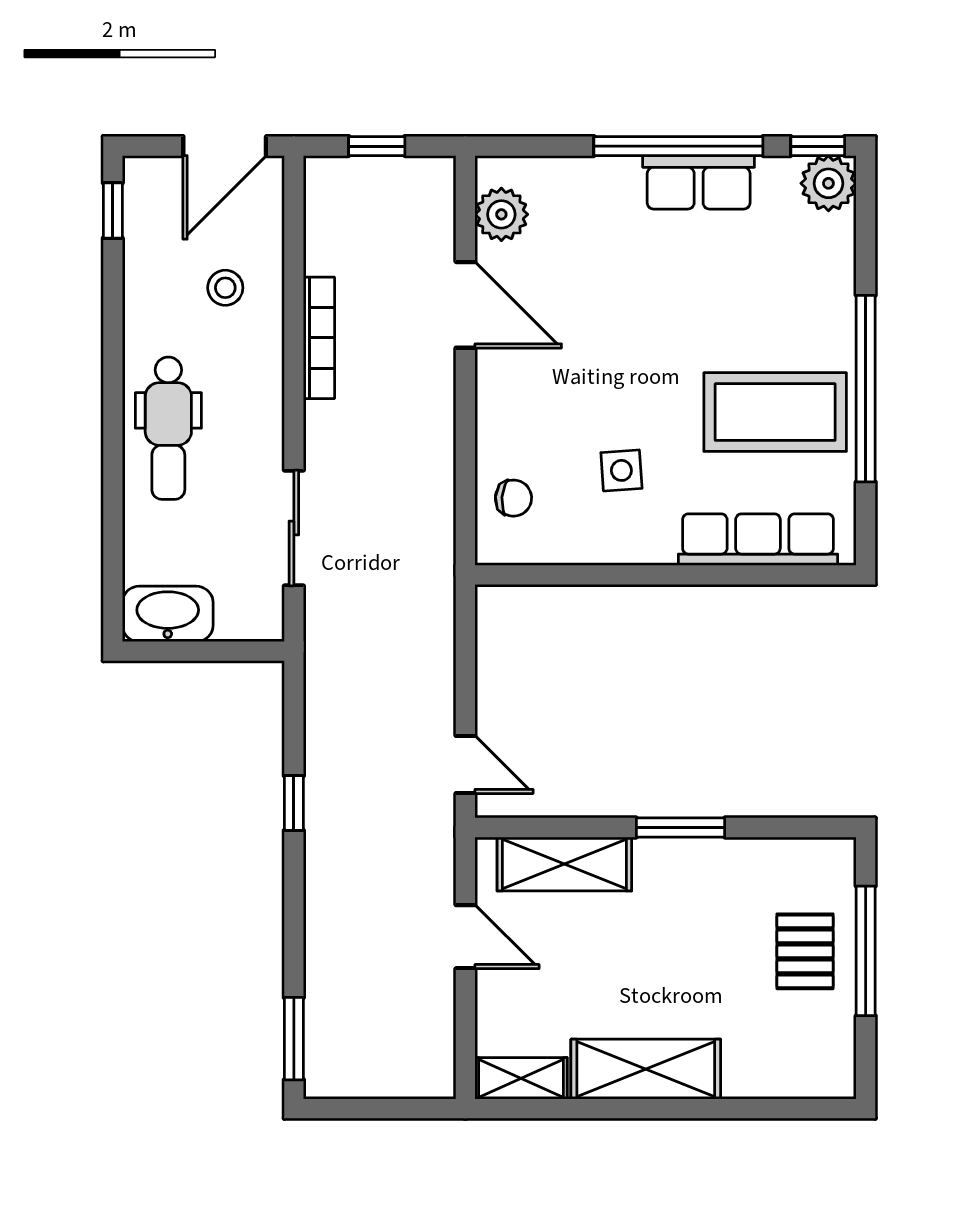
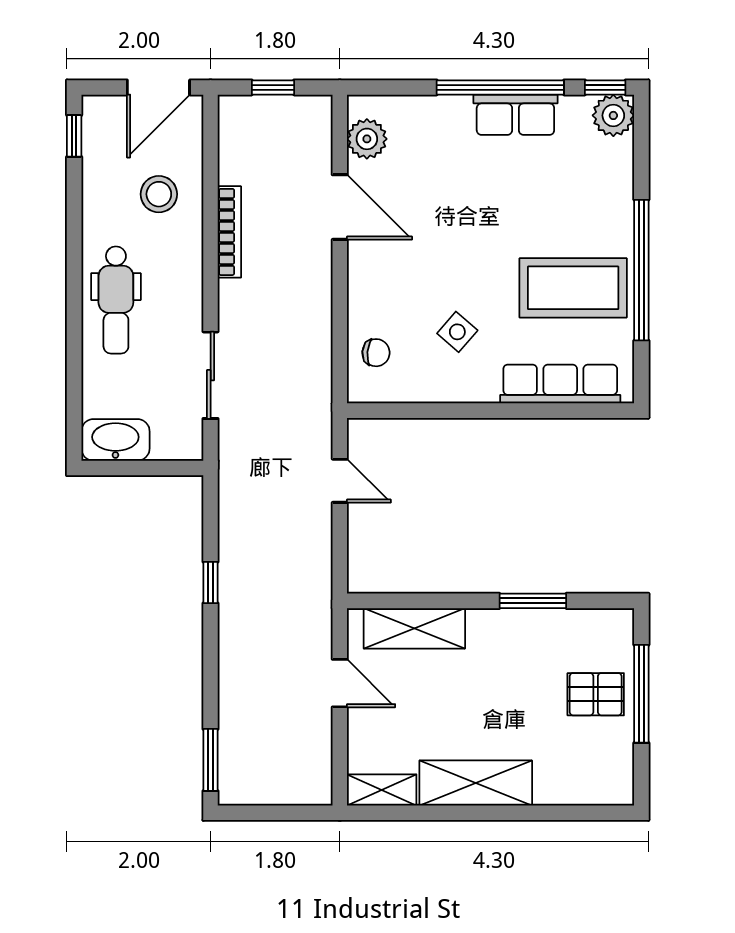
stool: (225, 288) -> (159, 194), width x1.37, depth x1.37
side table: (621, 470) -> (457, 332), turned 45
door: (465, 765) -> (340, 481), moved
window: (681, 827) -> (533, 601), moved
pallet: (805, 951) -> (596, 694), turned 90

